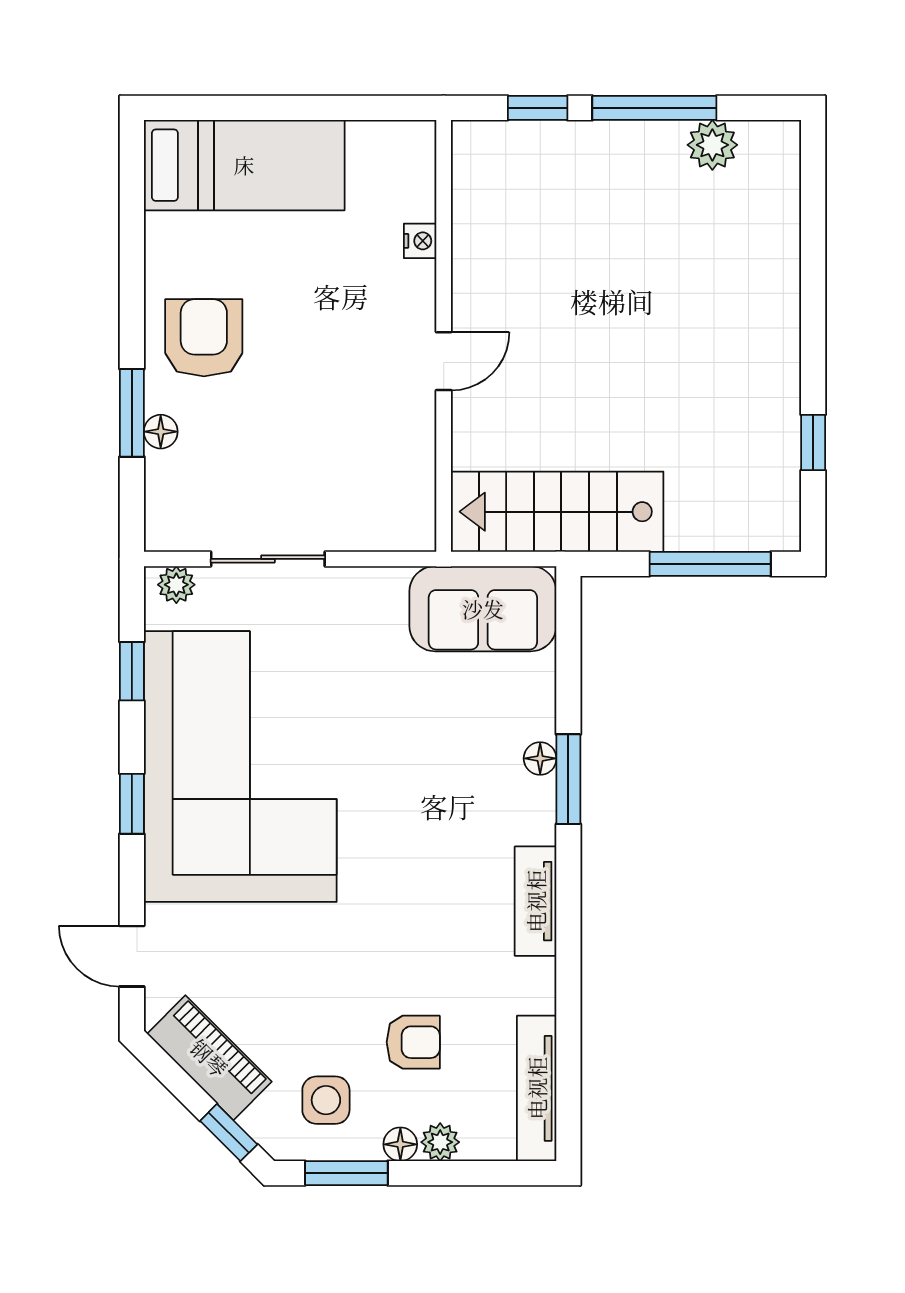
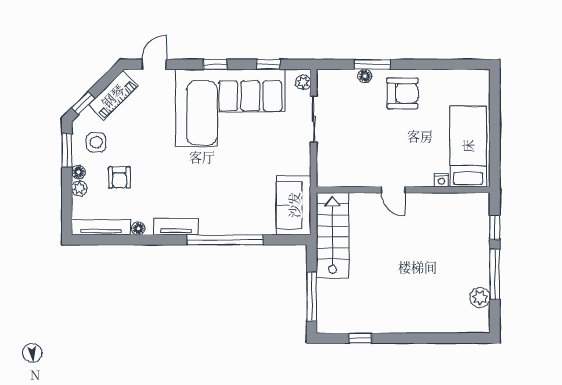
bed: (244, 165) -> (468, 146), moved, turned 180
floor lamp: (540, 758) -> (138, 228), moved
window: (568, 779) -> (225, 240), width x2.11

